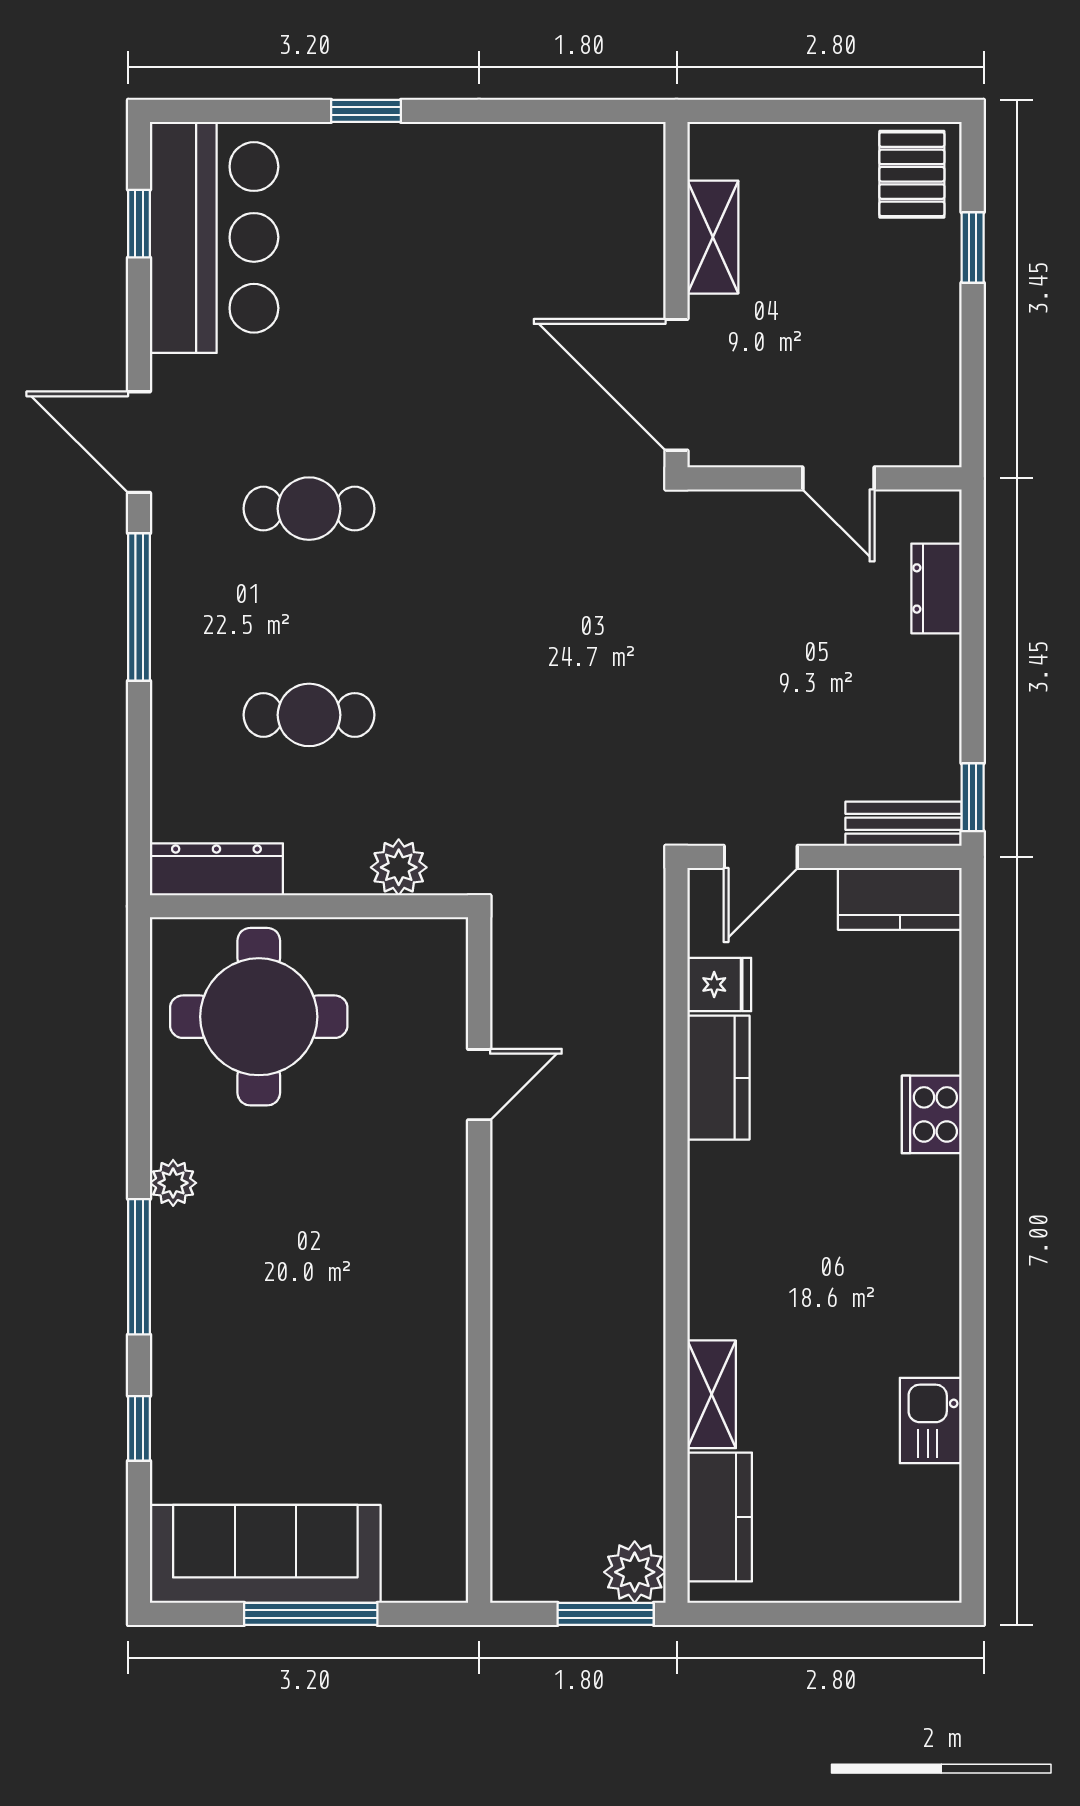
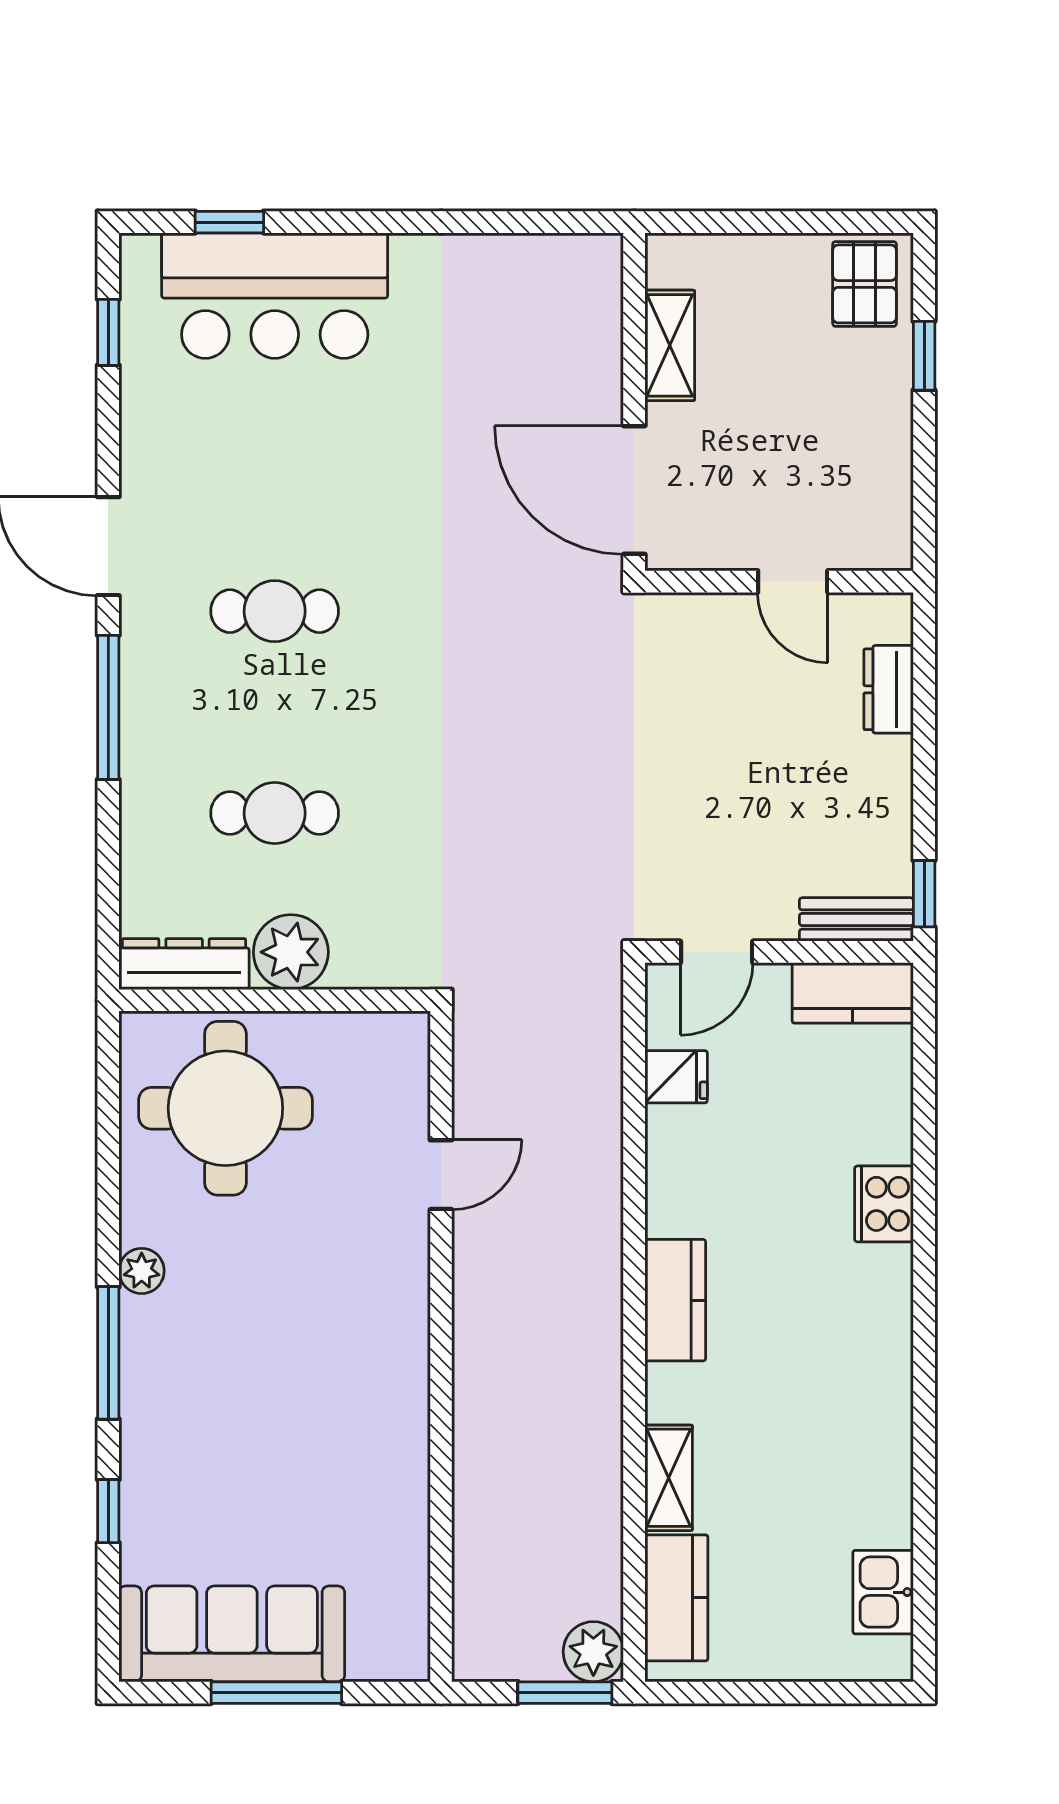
window: (366, 111) -> (229, 222), moved
bar counter: (214, 237) -> (275, 296), moved, turned 90
plant: (399, 867) -> (291, 952), moved, width x1.36, depth x1.36
kitchen counter: (718, 1078) -> (675, 1300), moved
kitchen sink: (931, 1420) -> (883, 1592), moved

